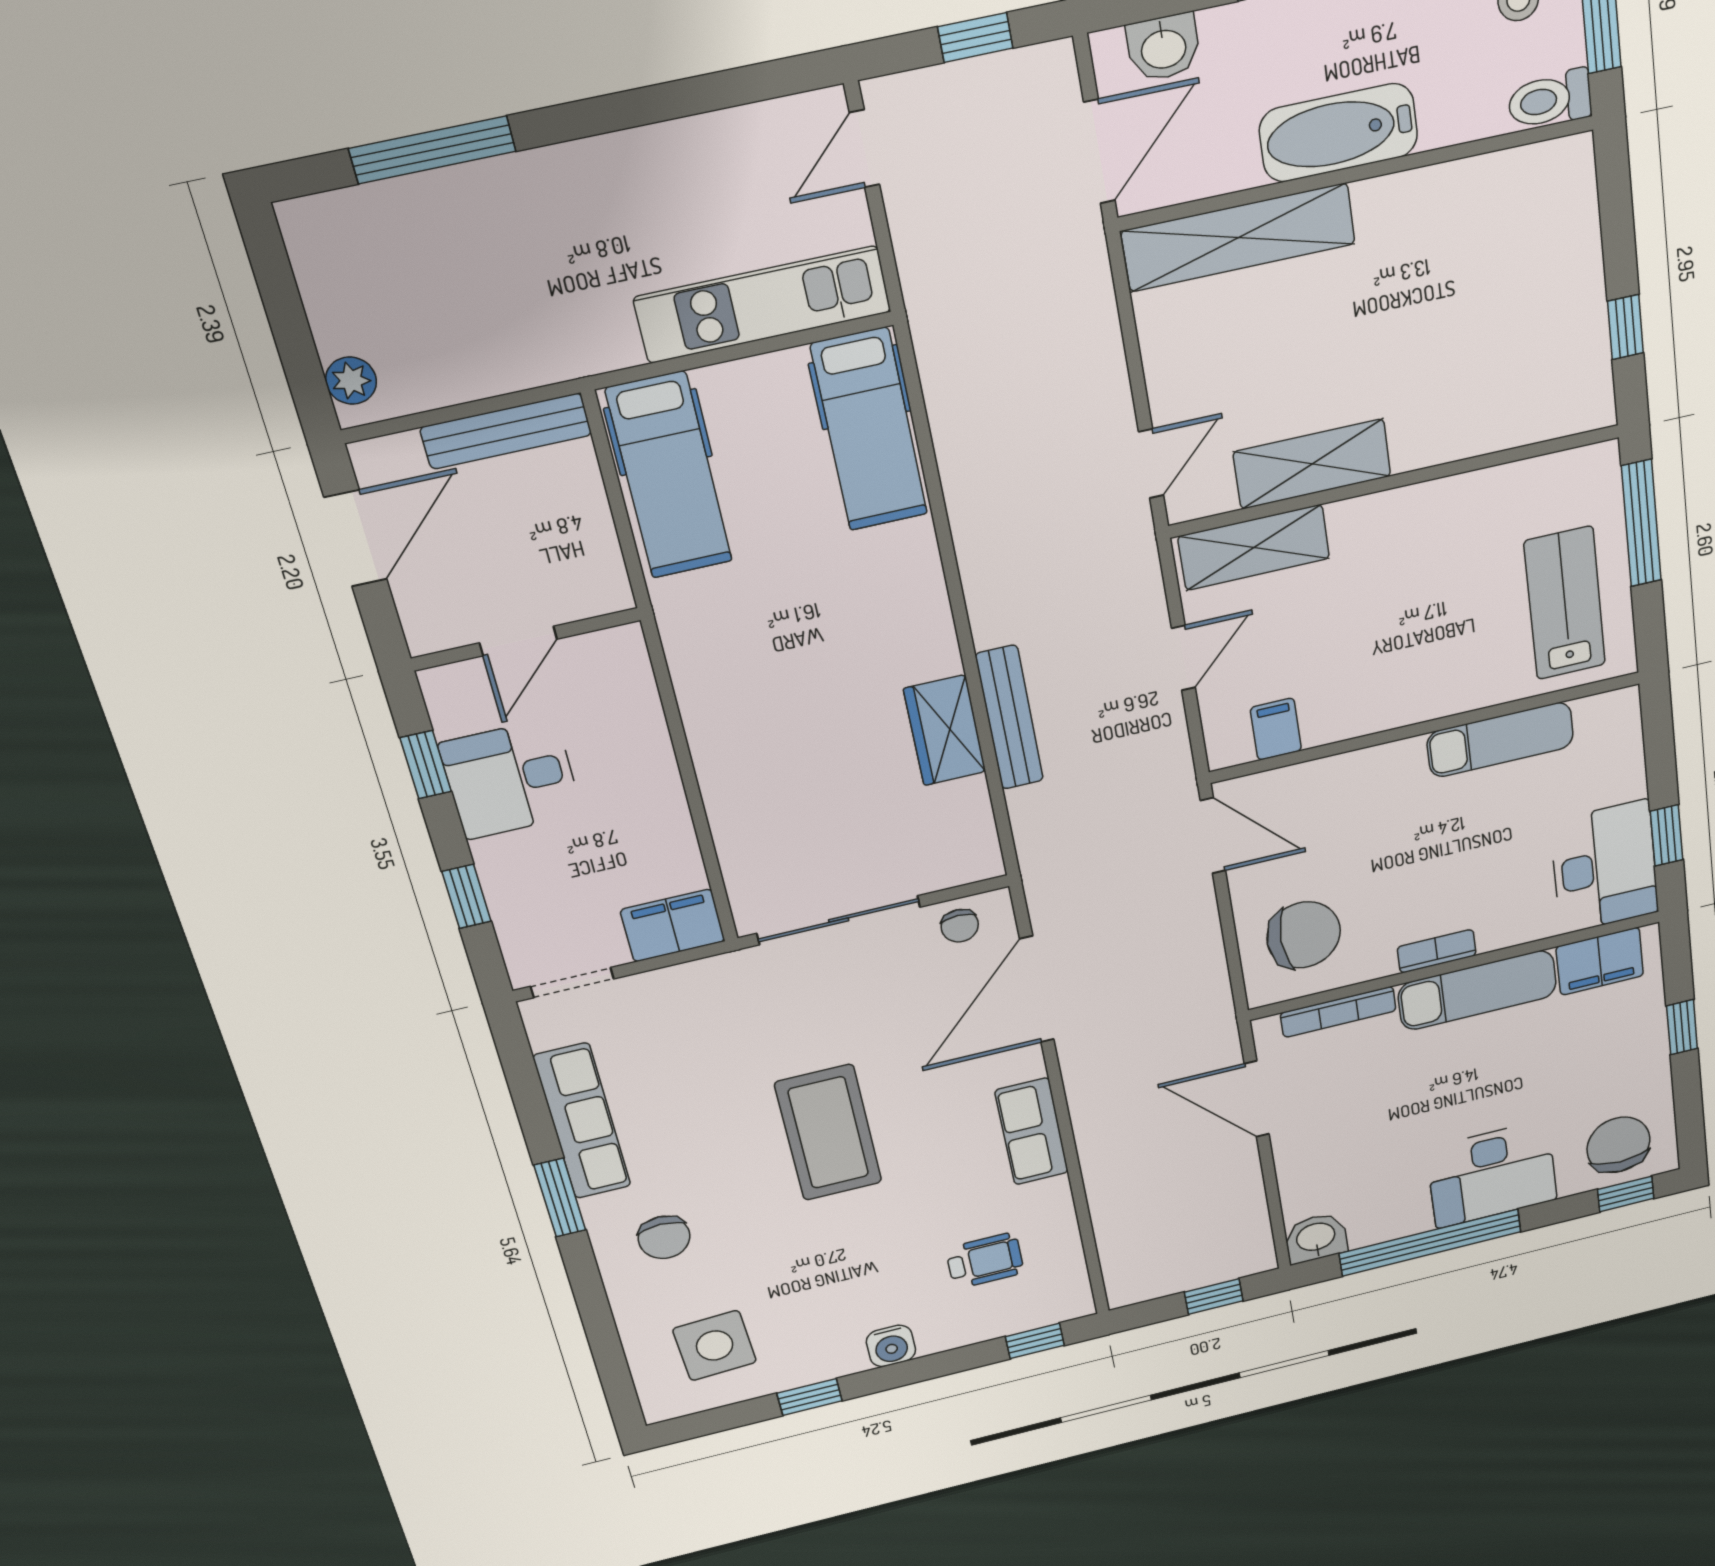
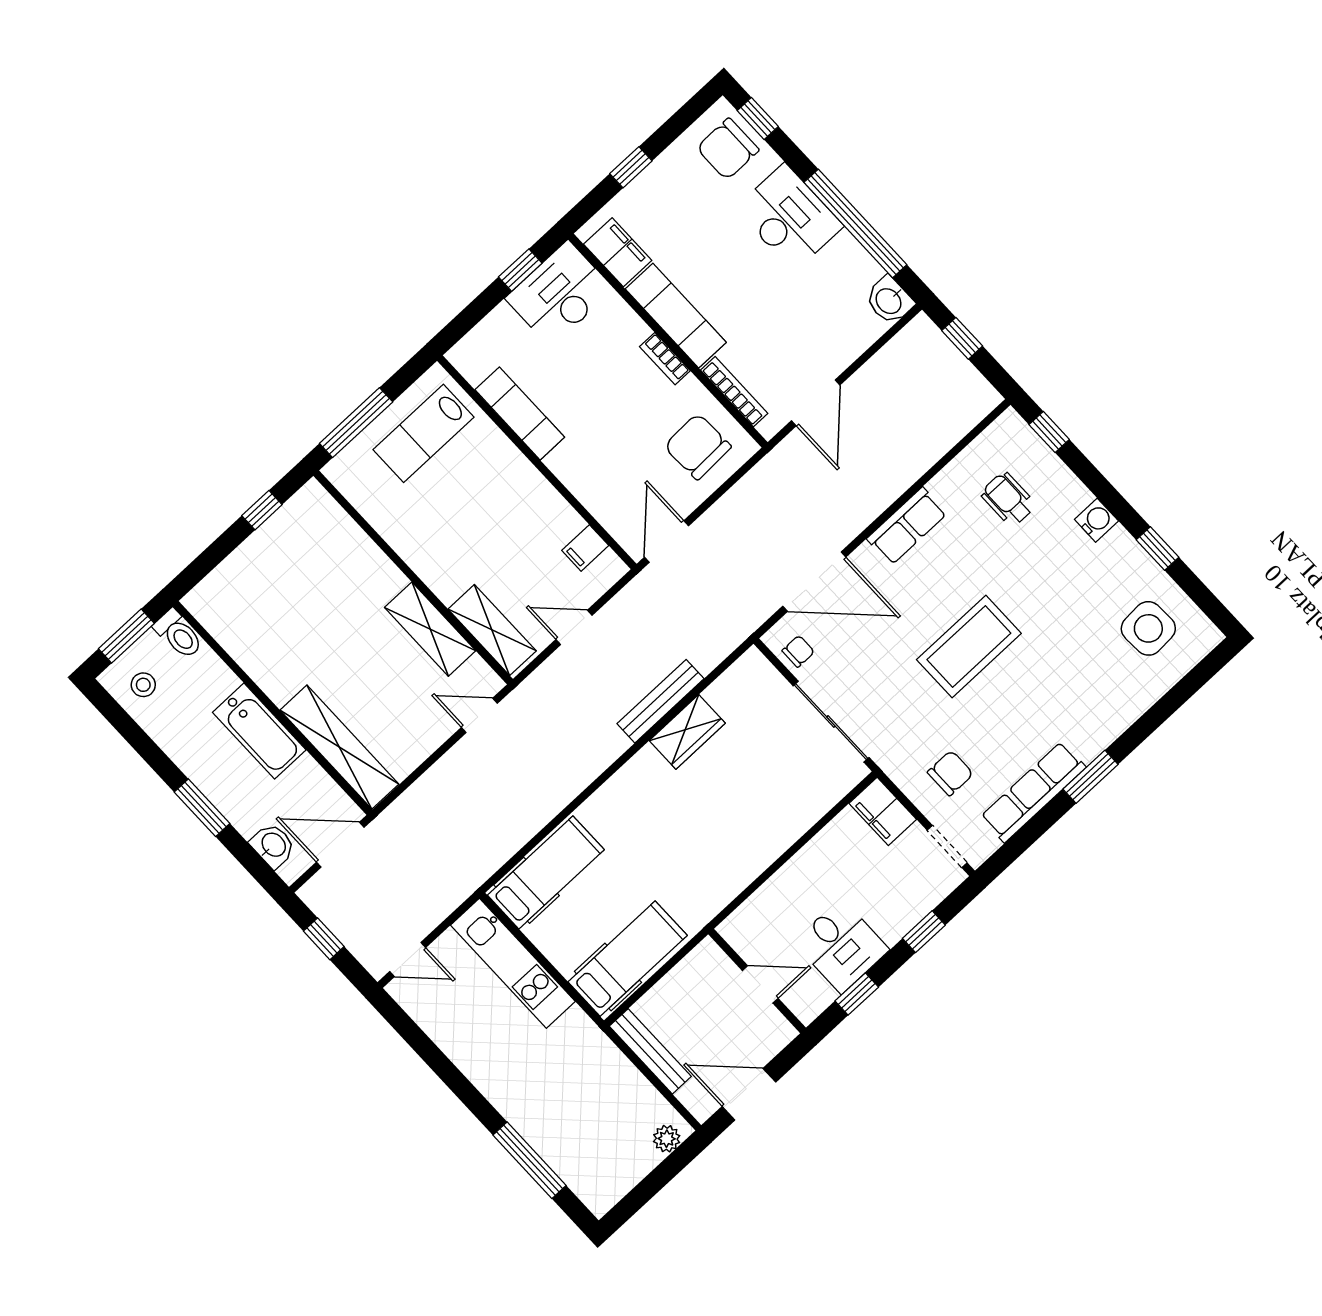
chair: (664, 1237) -> (950, 773), moved

